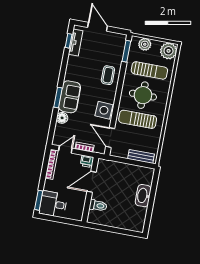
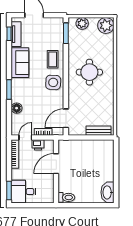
sun lounger: (149, 70) -> (91, 48), removed
sofa: (70, 97) -> (20, 63), moved
side table: (104, 110) -> (53, 82), moved
sun lounger: (138, 119) -> (89, 96), removed
door: (110, 138) -> (66, 118), hinge flipped
printer: (87, 161) -> (38, 145), moved
washbasin: (143, 196) -> (107, 192), moved
toilet: (98, 205) -> (66, 197), moved

